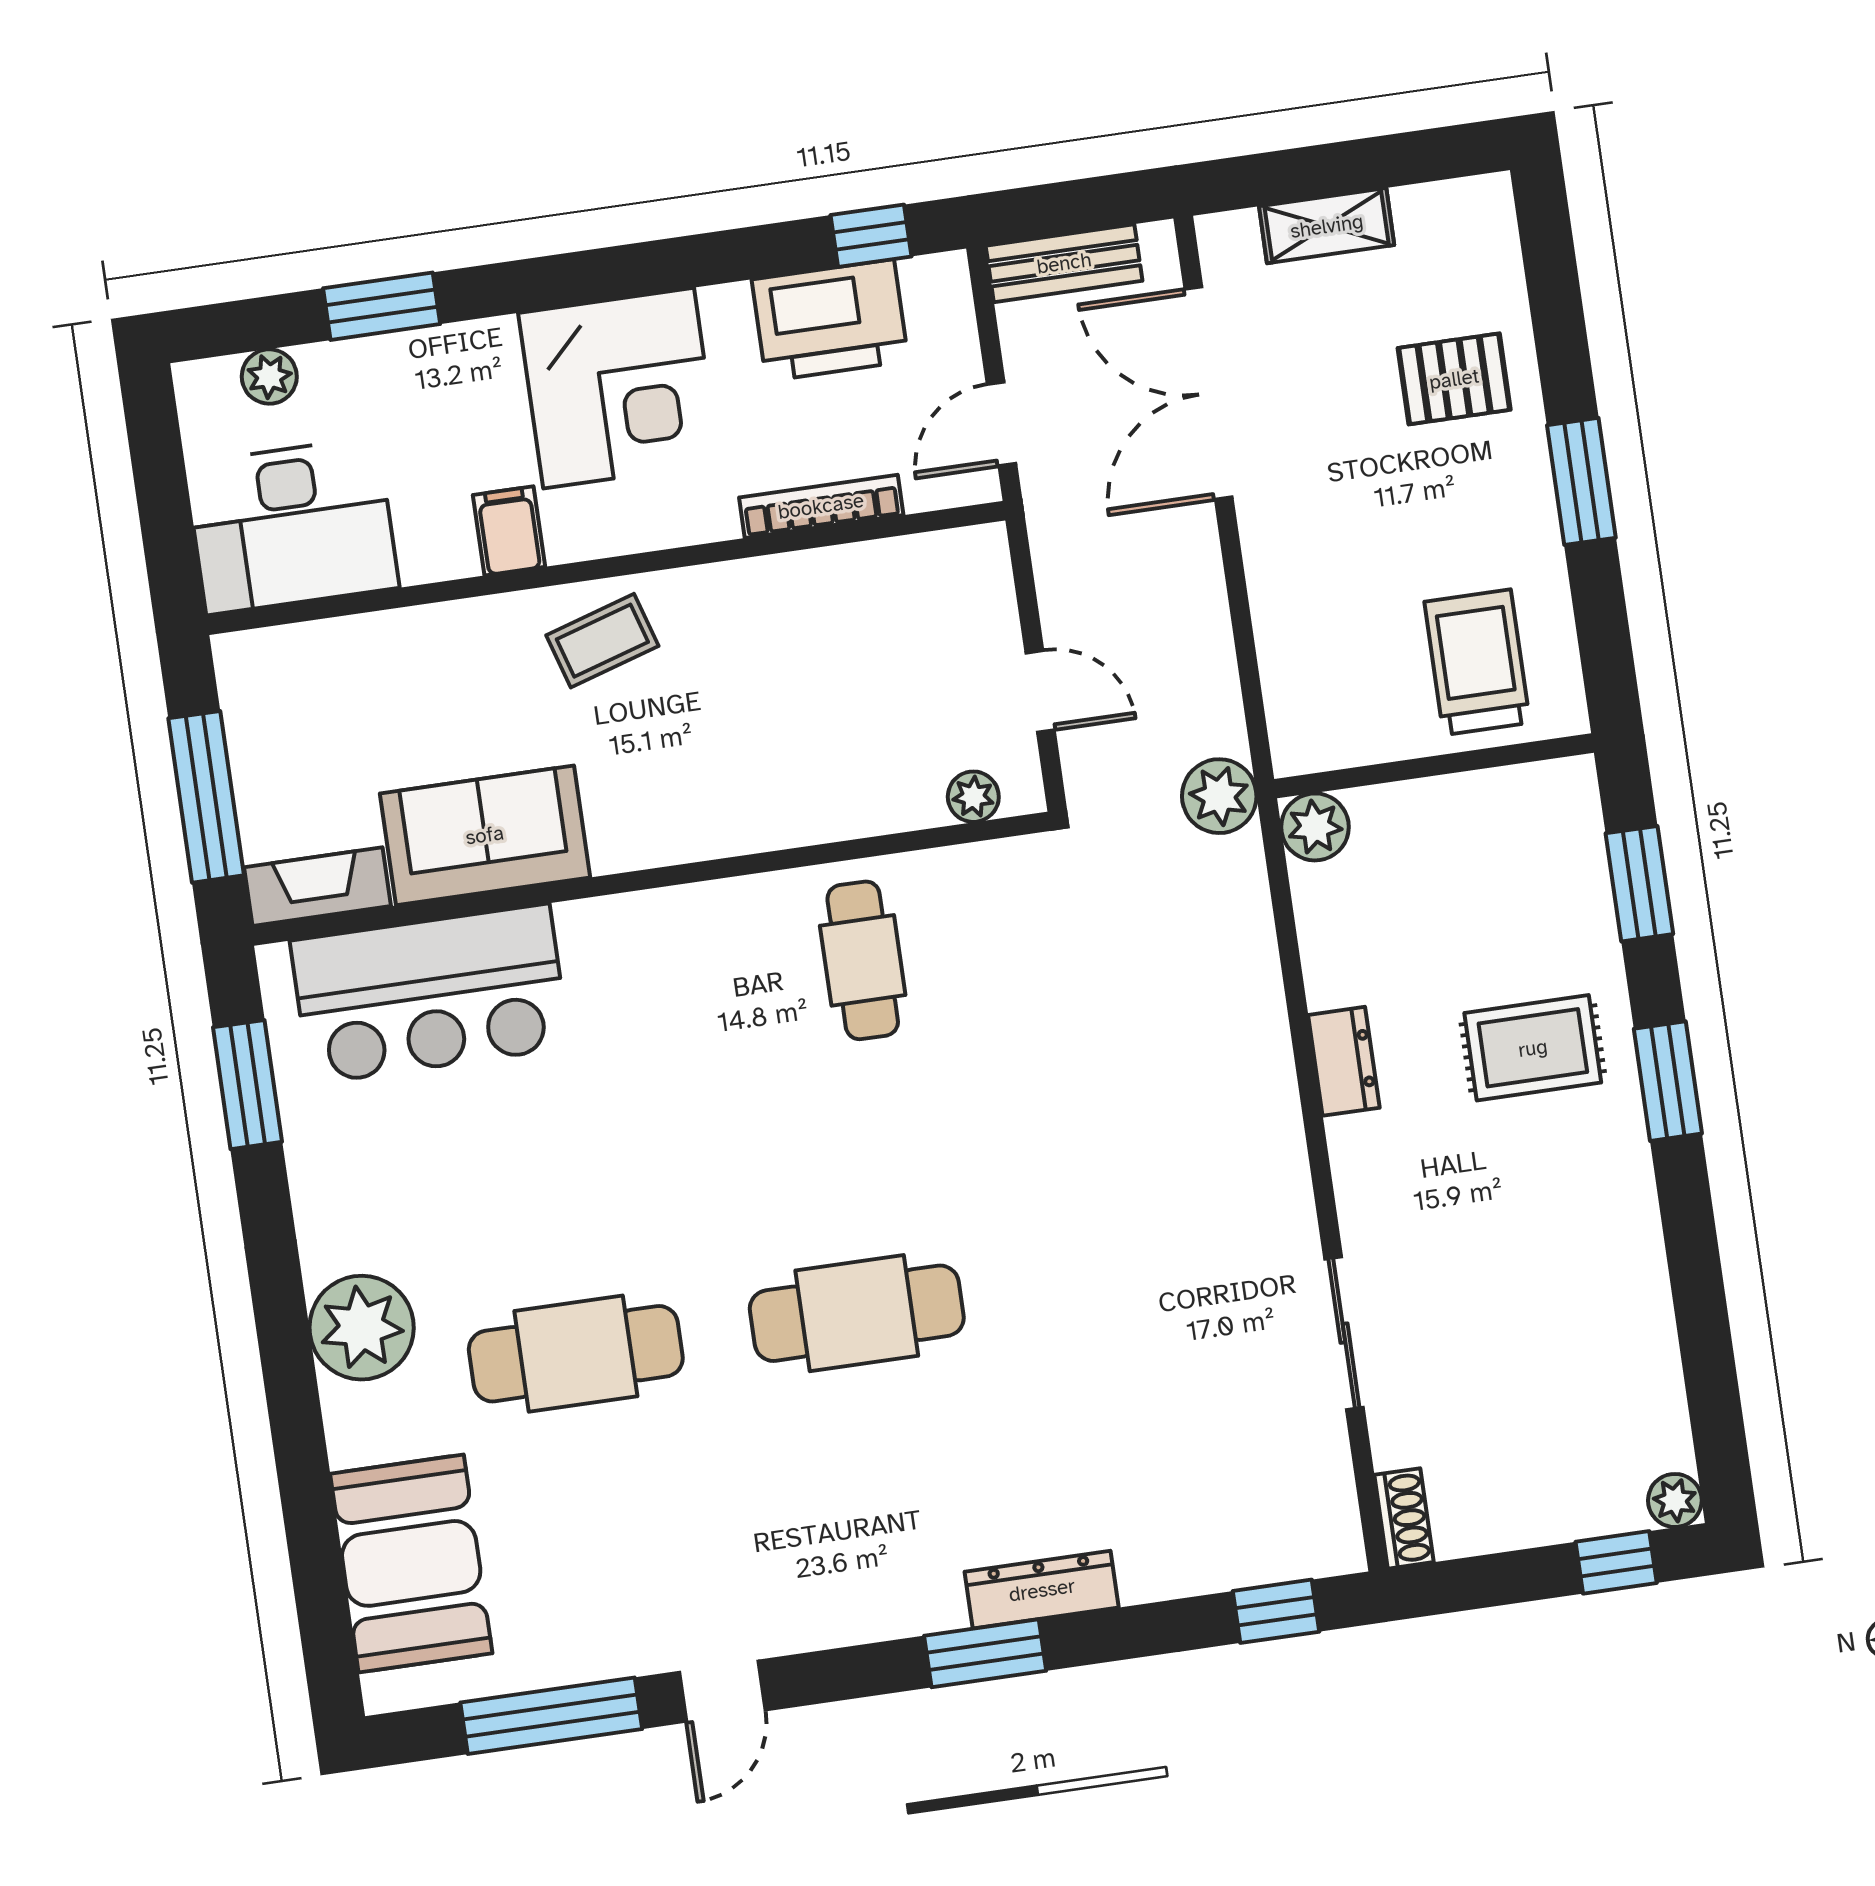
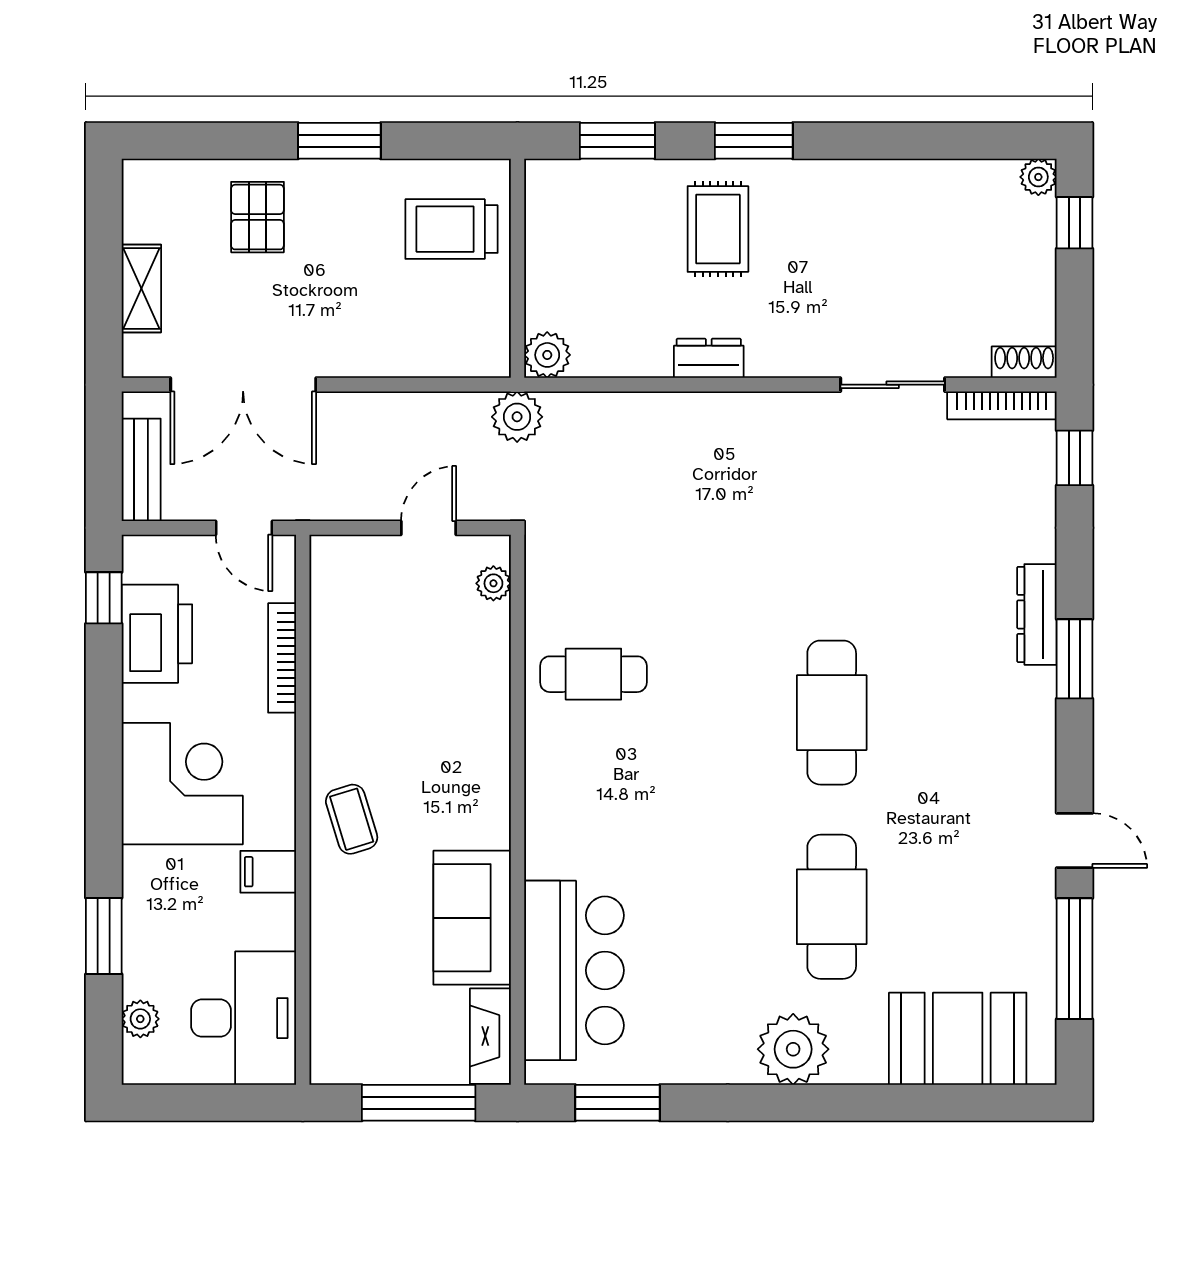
bookcase: (1337, 1495) -> (1002, 405), added

